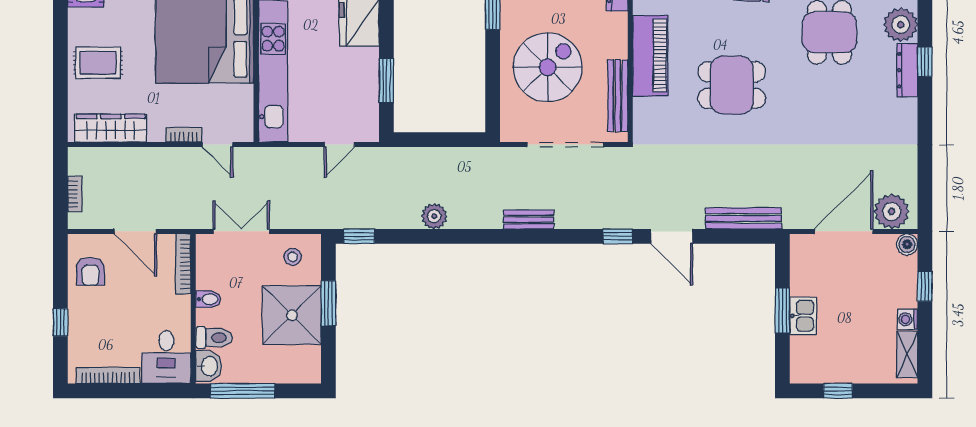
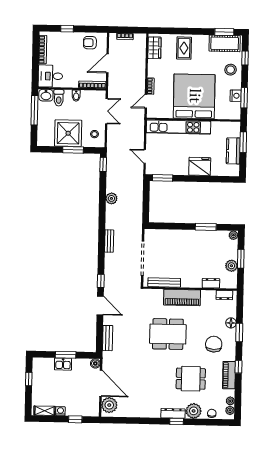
spiral stairs: (548, 67) -> (178, 251), removed
window: (386, 81) -> (163, 178), moved
dining table: (732, 85) -> (168, 334), width x1.38
wardrobe: (111, 128) -> (154, 48), width x0.67
bench: (743, 218) -> (108, 338), width x0.73
door: (672, 236) -> (100, 306), swing flipped
boiler: (907, 244) -> (95, 363), moved

